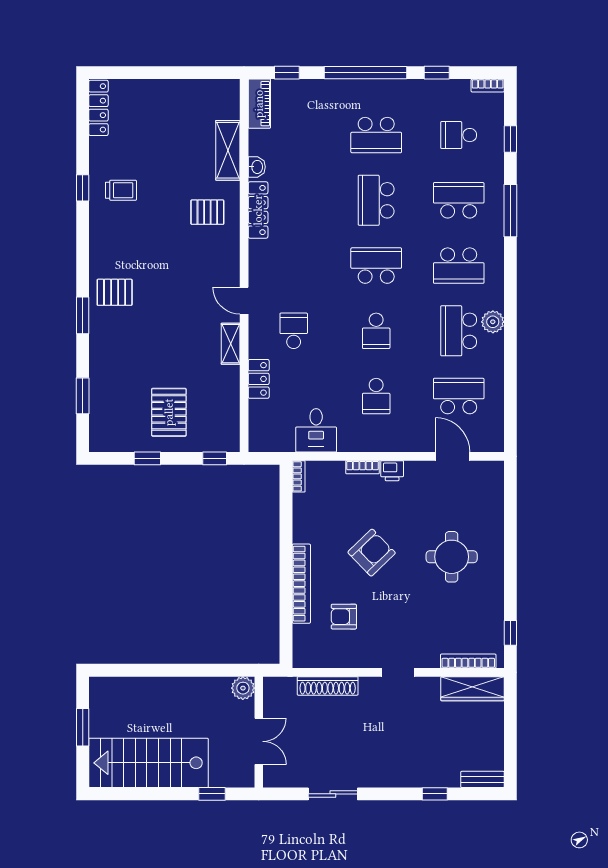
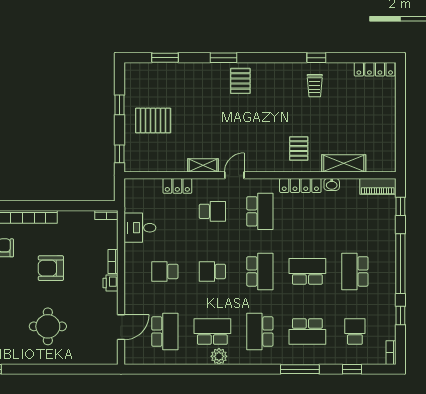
school desk: (459, 200) -> (307, 332), turned 90
school desk: (294, 266) -> (260, 211), added
armchair: (372, 553) -> (51, 268), turned 134

